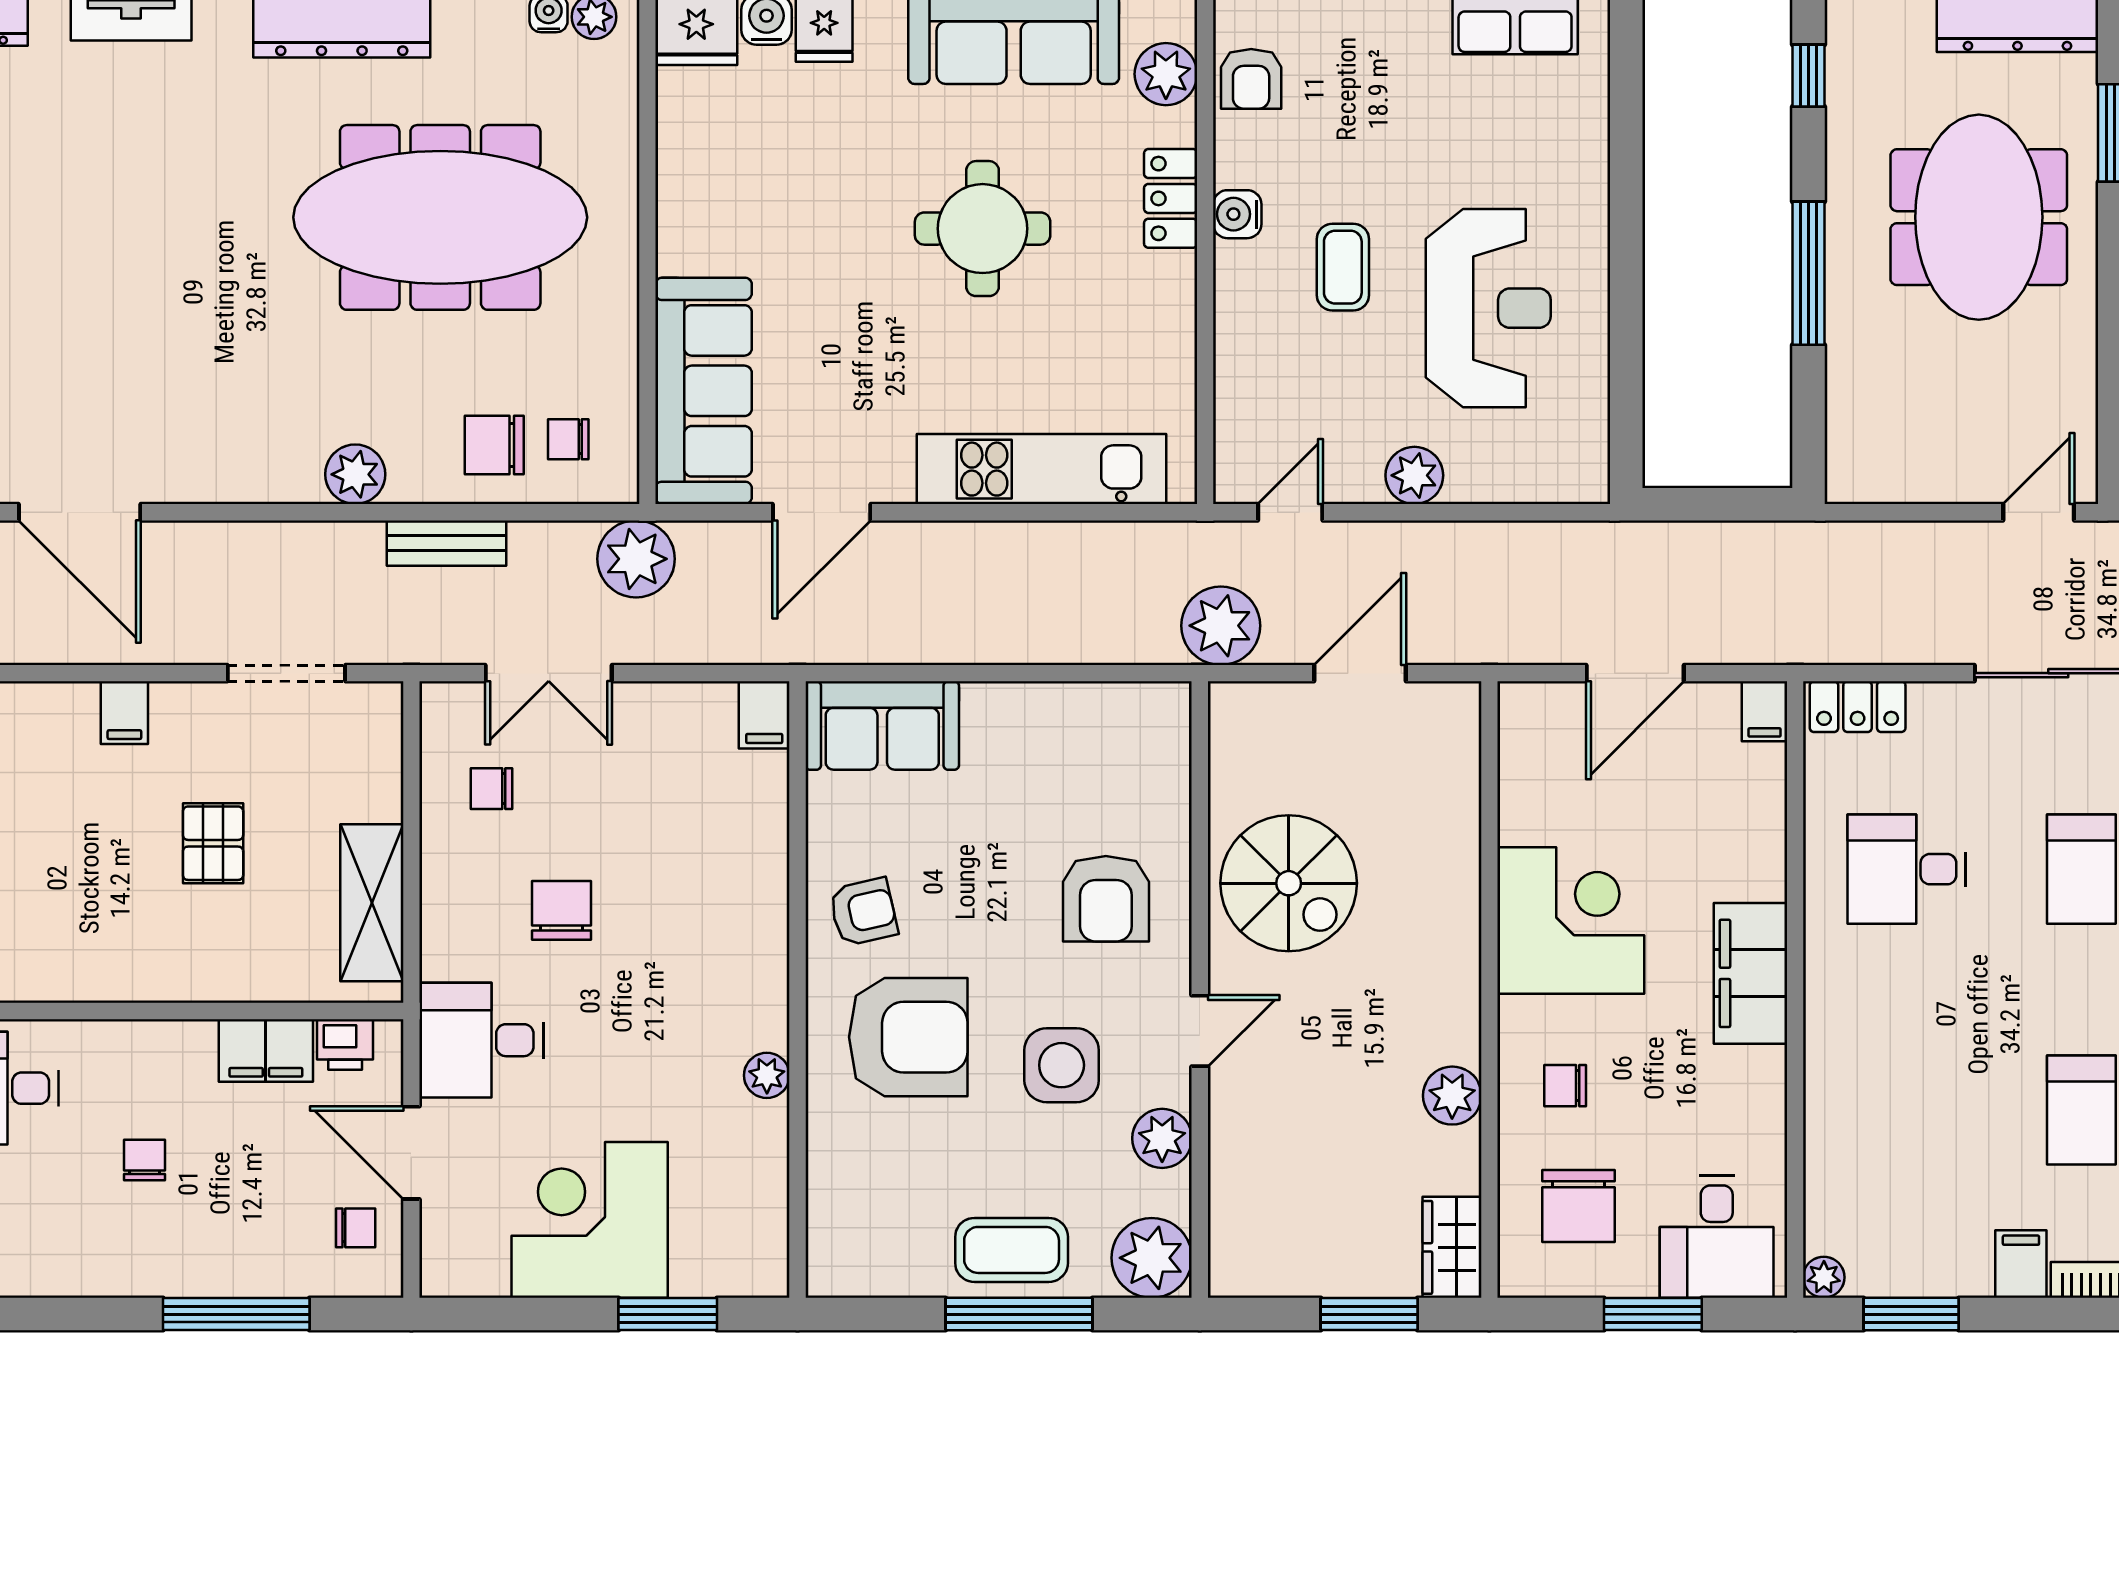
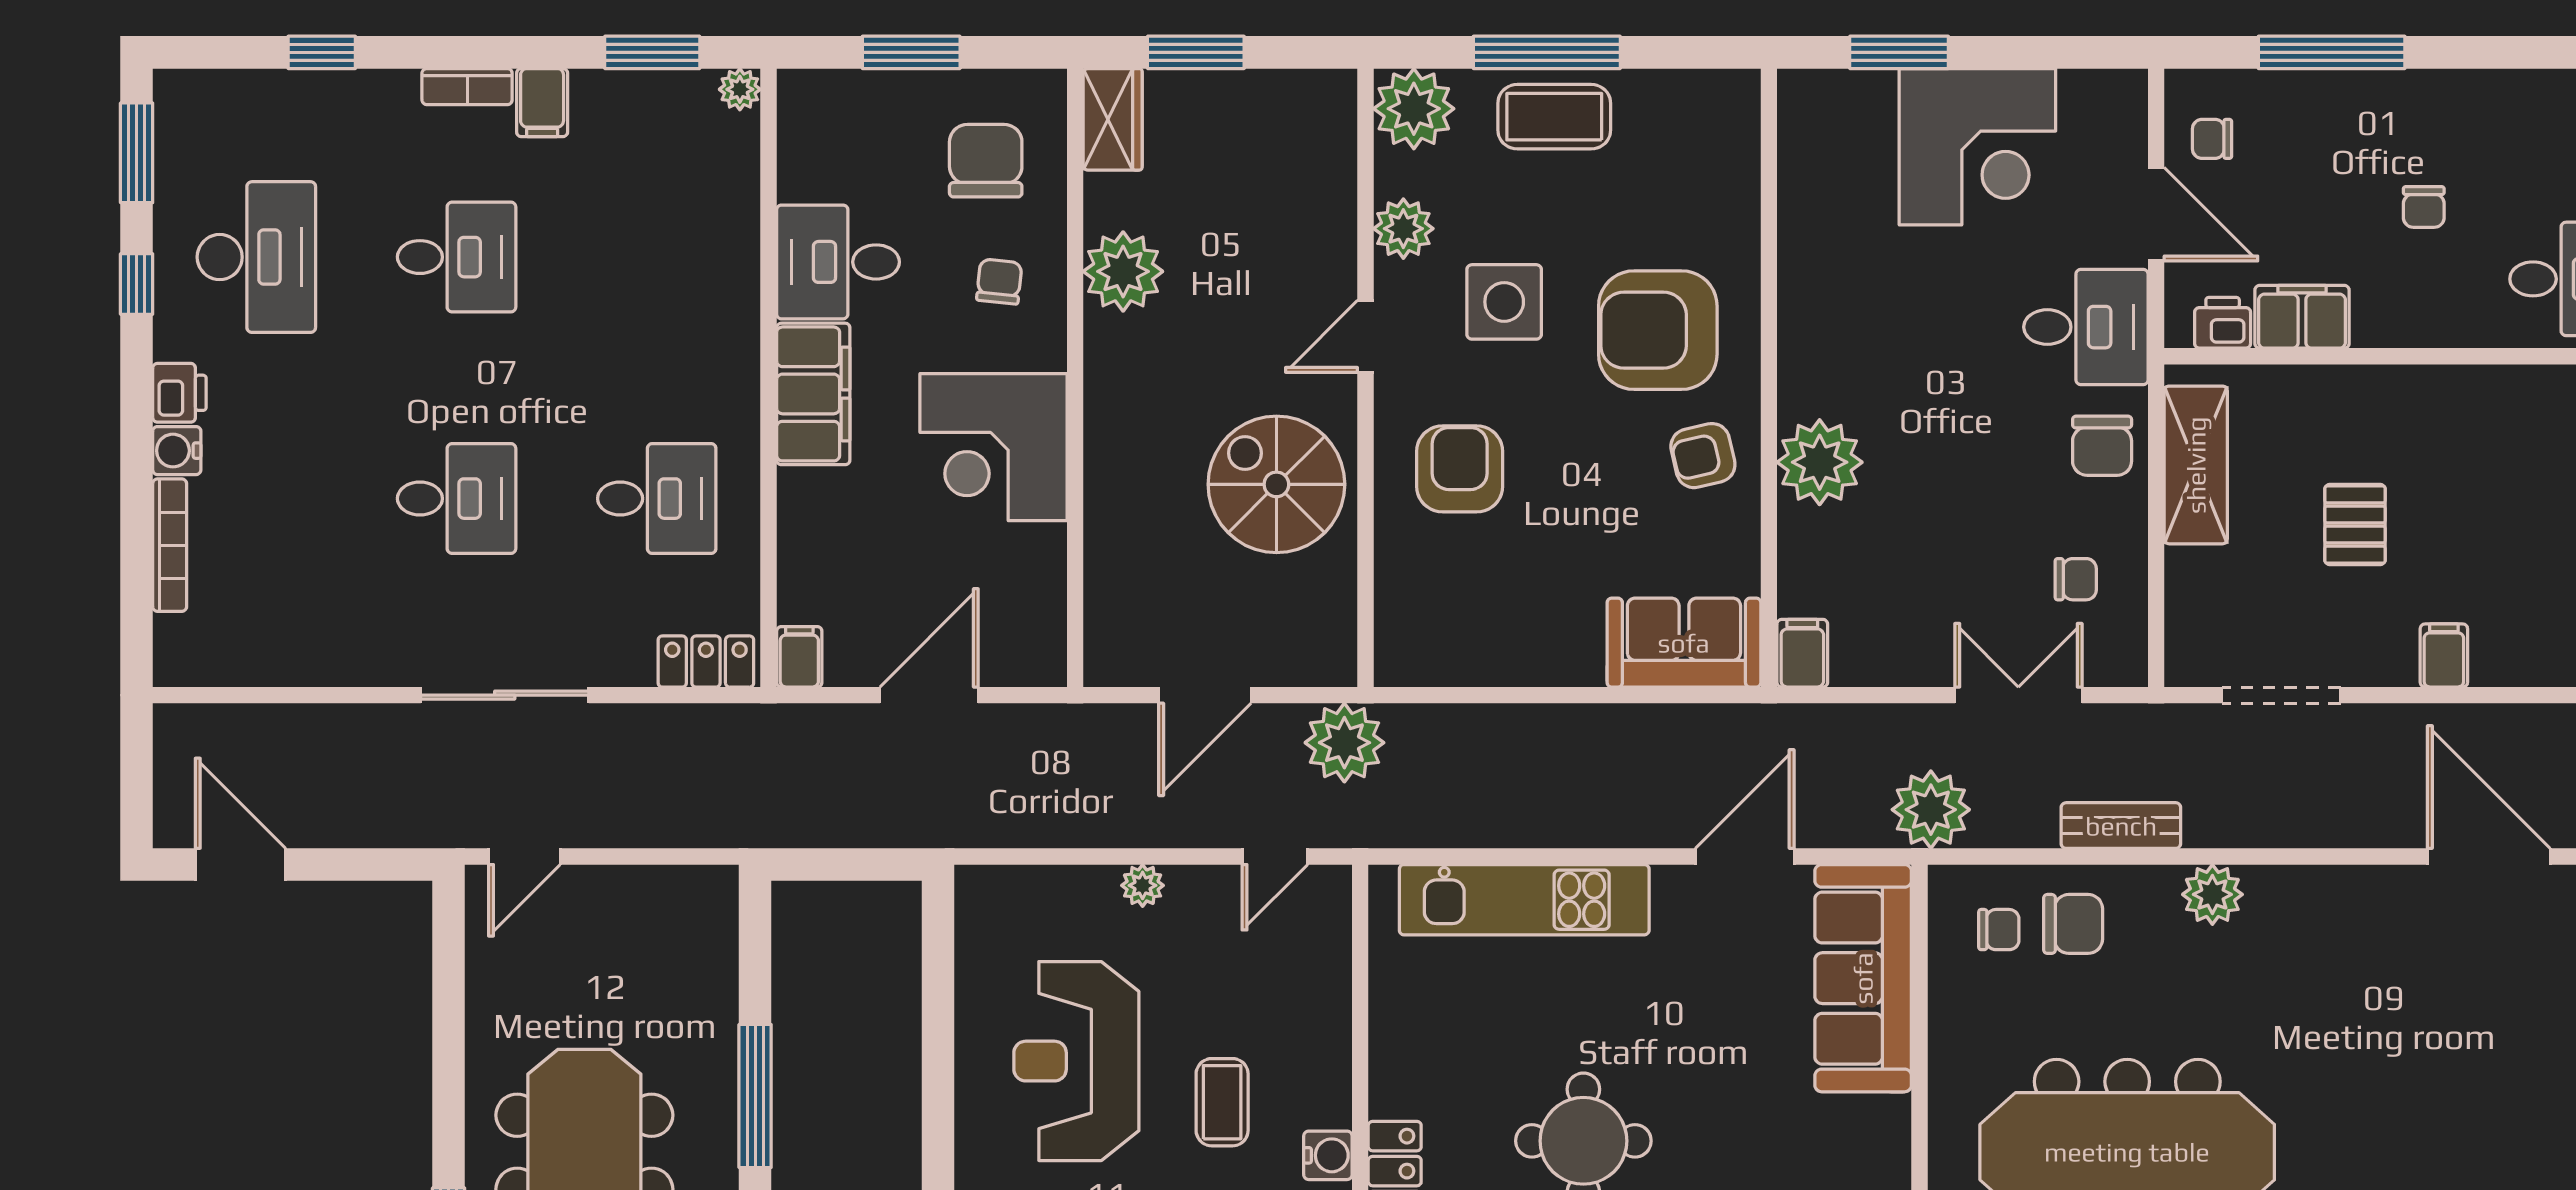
plant: (1414, 475) -> (1143, 885), width x0.73, depth x0.73
chair: (561, 910) -> (2102, 446), moved
plant: (767, 1075) -> (1820, 462), moved, width x1.87, depth x1.87
chair: (1565, 1086) -> (999, 282), turned -84
plant: (1452, 1096) -> (1123, 271), width x1.36, depth x1.36
desk: (1717, 1237) -> (838, 262), moved, turned -90

